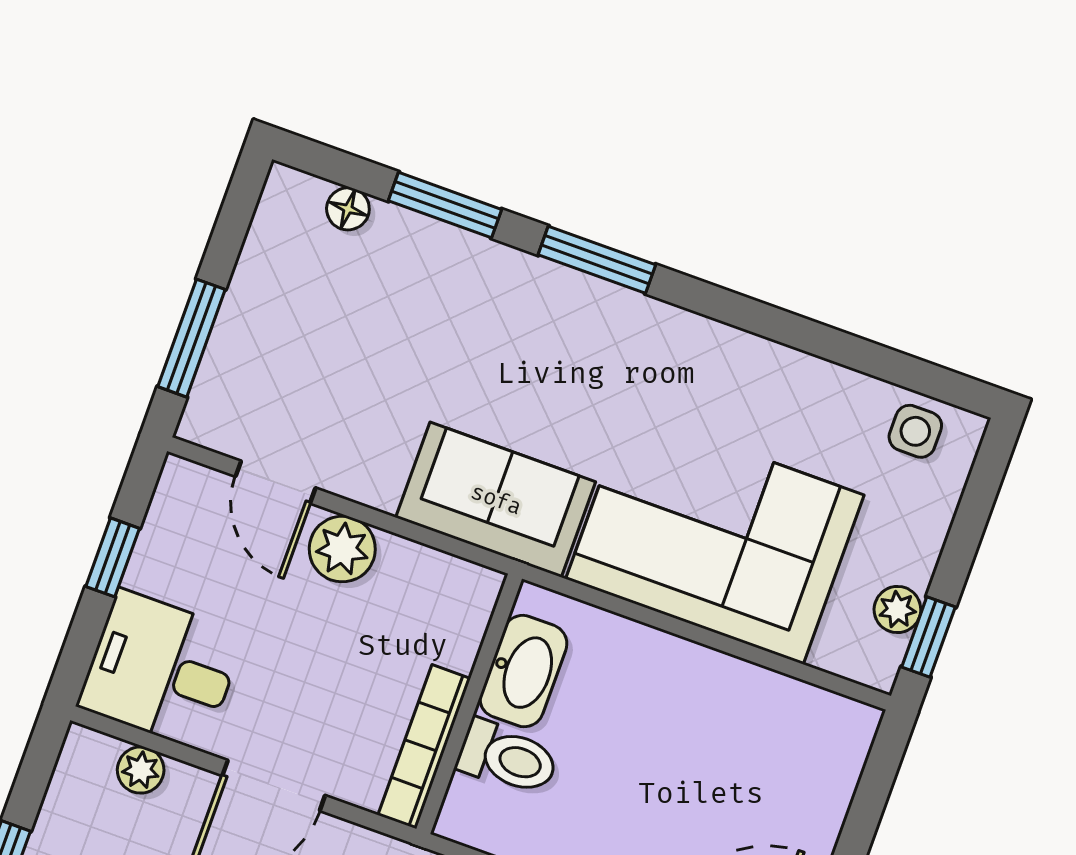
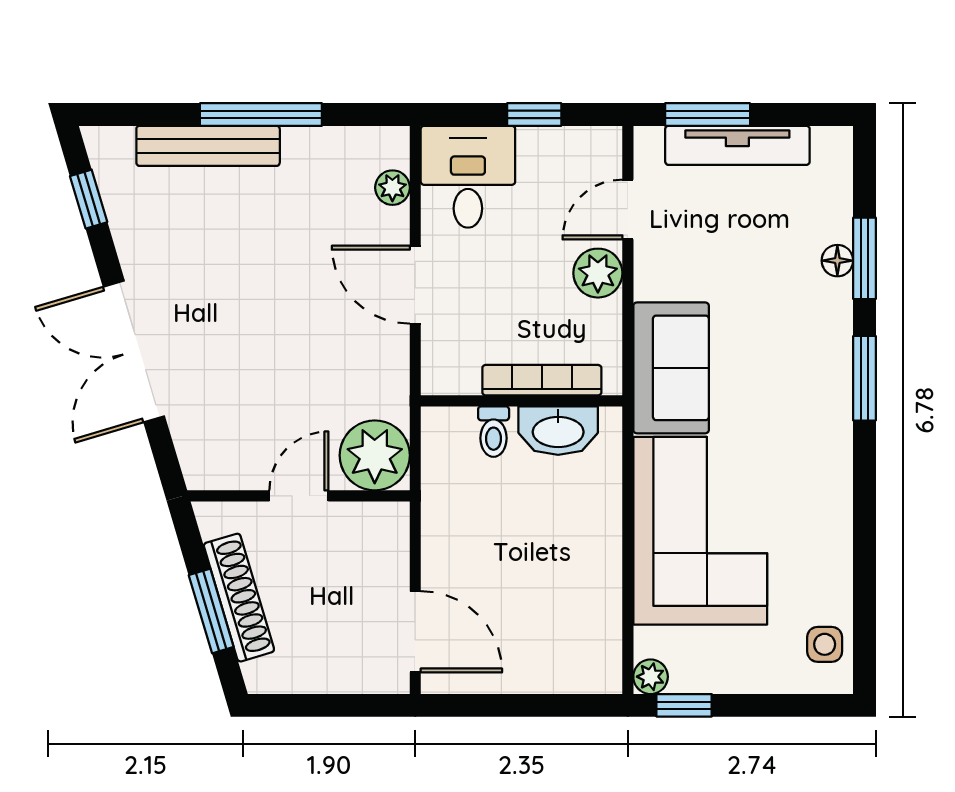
floor lamp: (348, 209) -> (837, 261), moved
tv unit: (244, 314) -> (737, 145), added
plant: (897, 610) -> (651, 677), moved
bookcase: (424, 747) -> (542, 380), moved
toilet: (508, 758) -> (494, 432), width x0.73, depth x0.72

